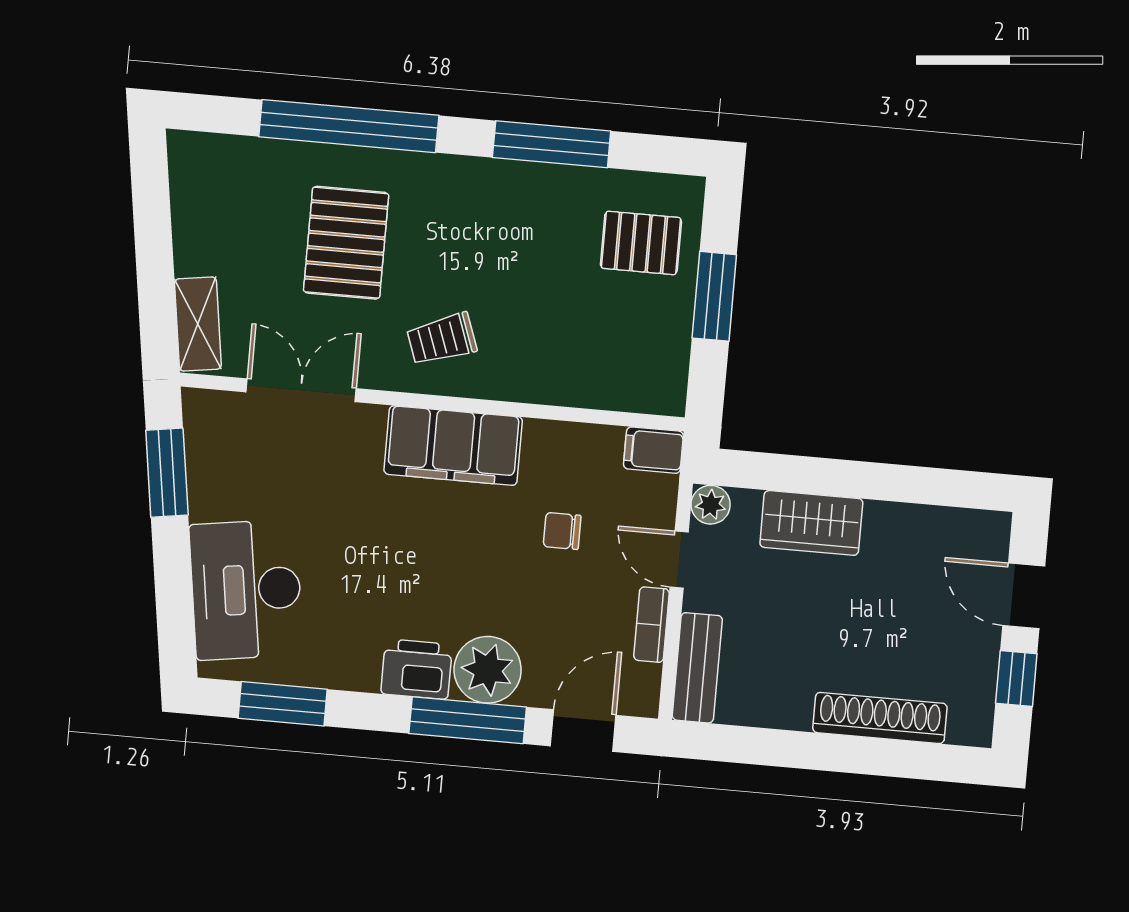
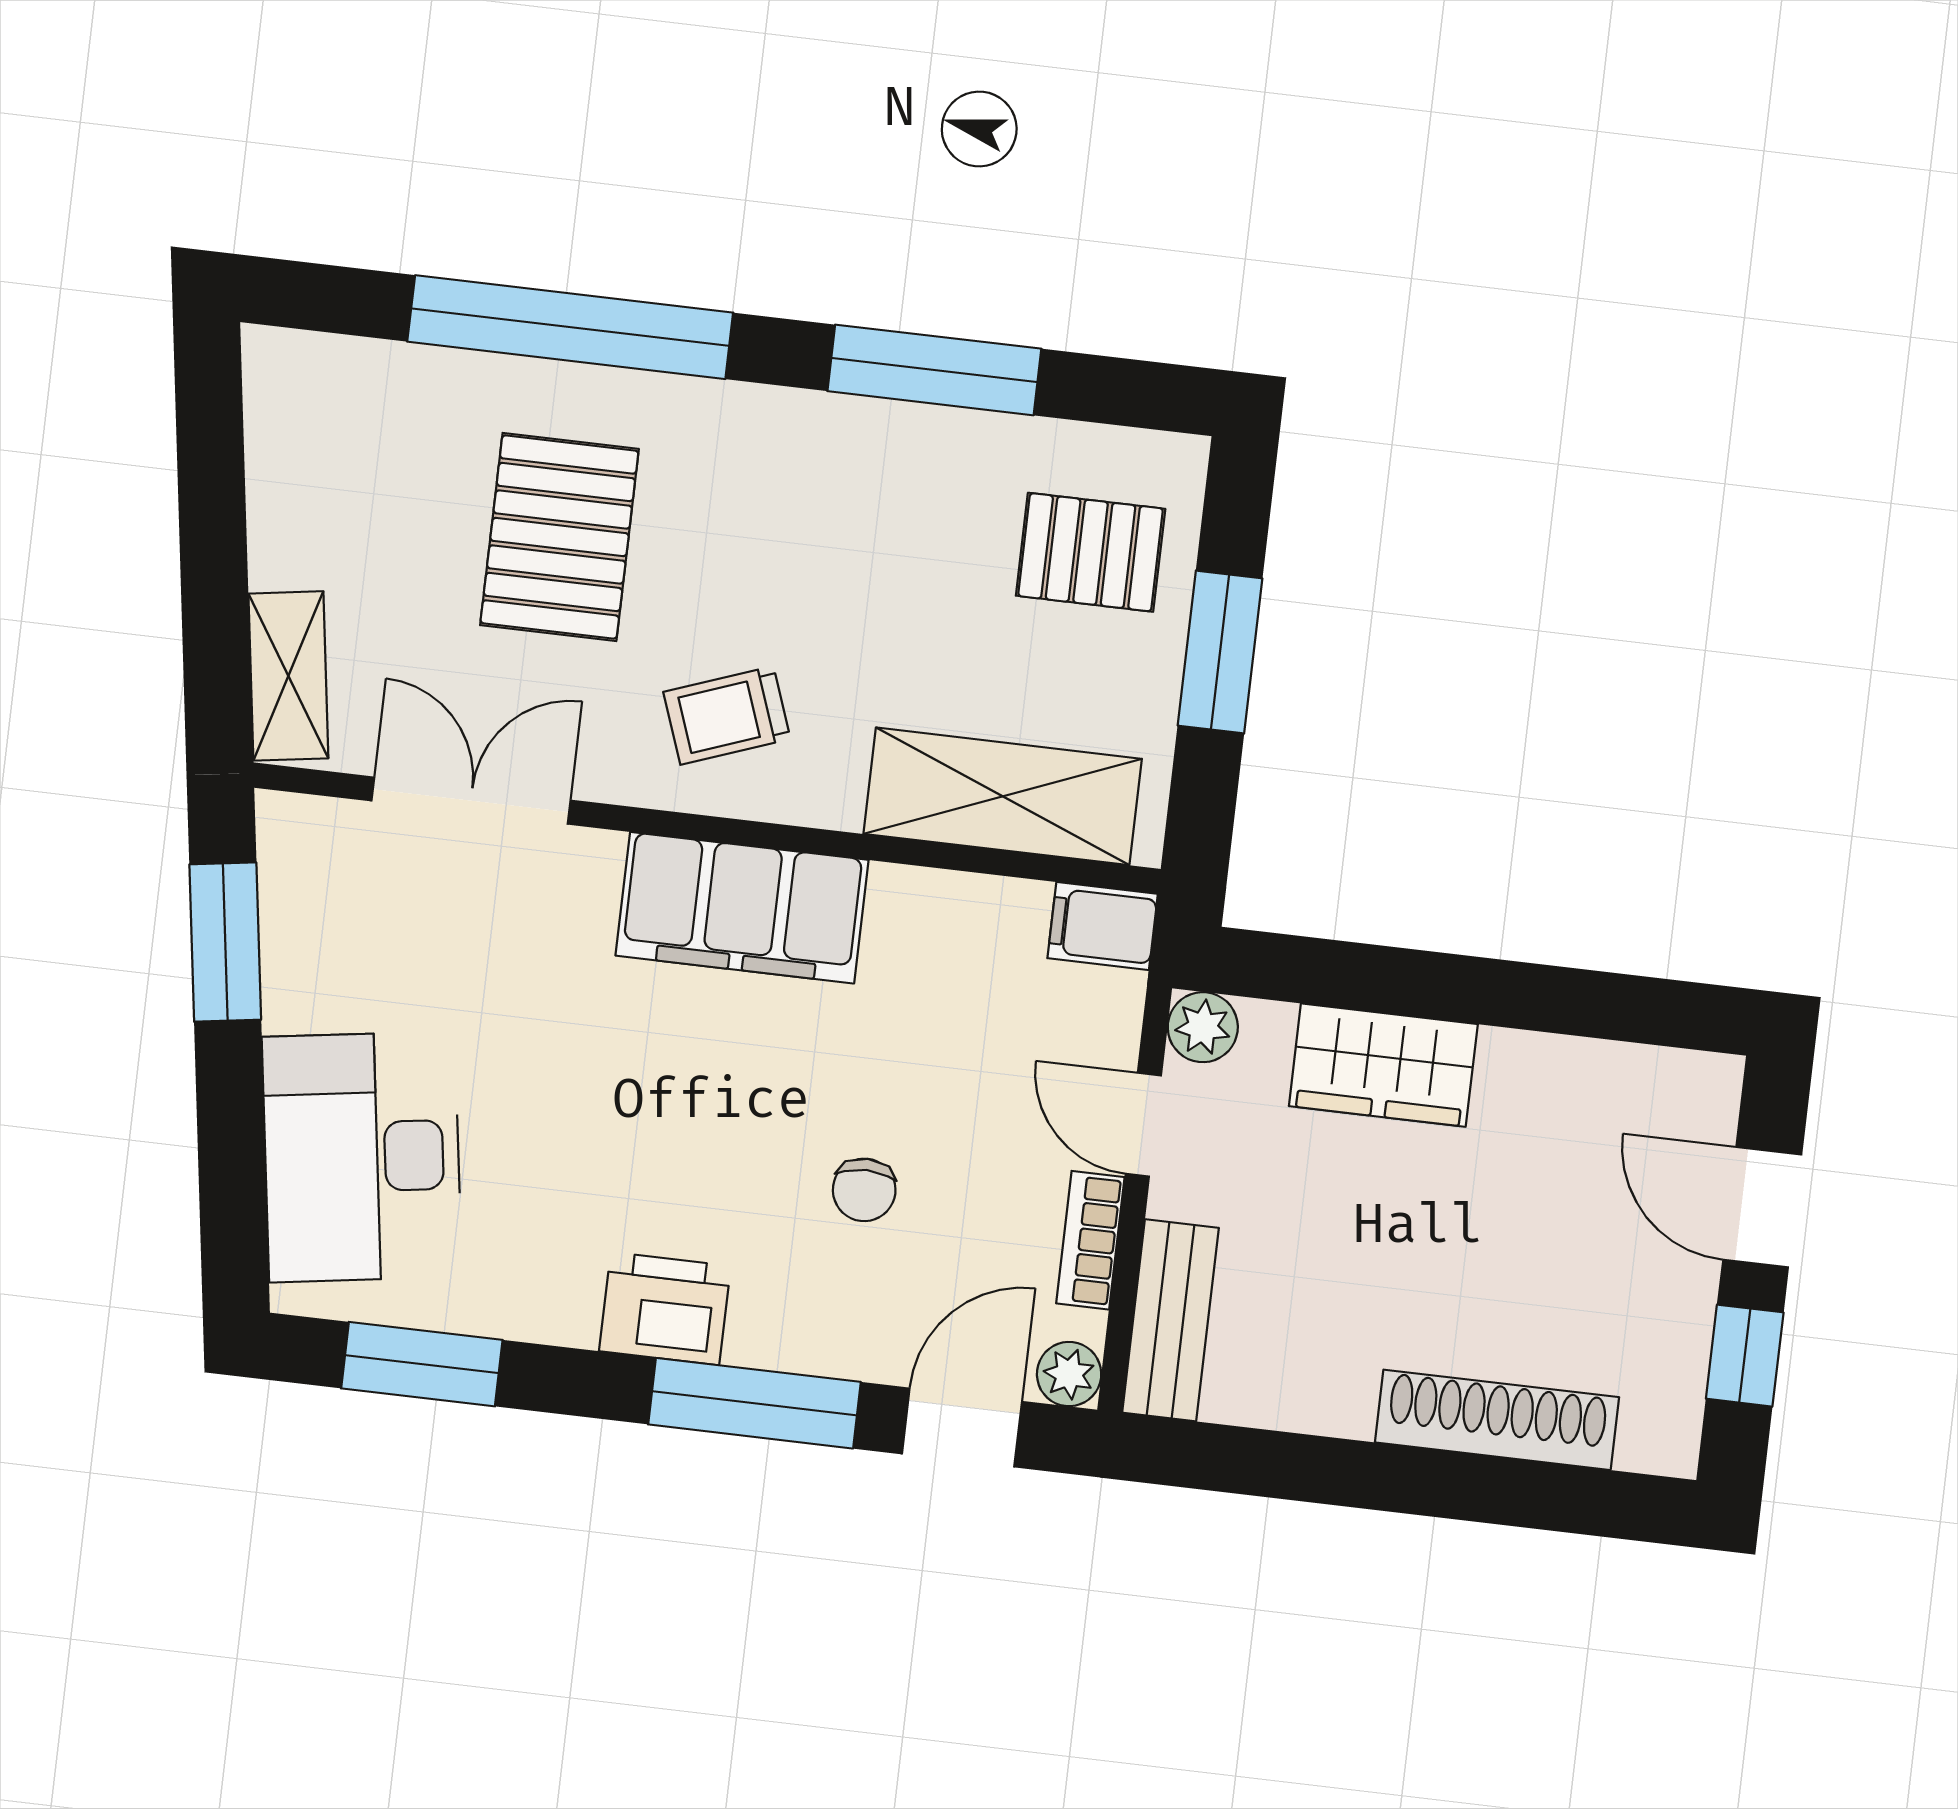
shelving: (596, 380) -> (1003, 796), added
chair: (562, 531) -> (864, 1190), moved, turned -90
plant: (488, 670) -> (1069, 1374), moved, width x0.53, depth x0.53

